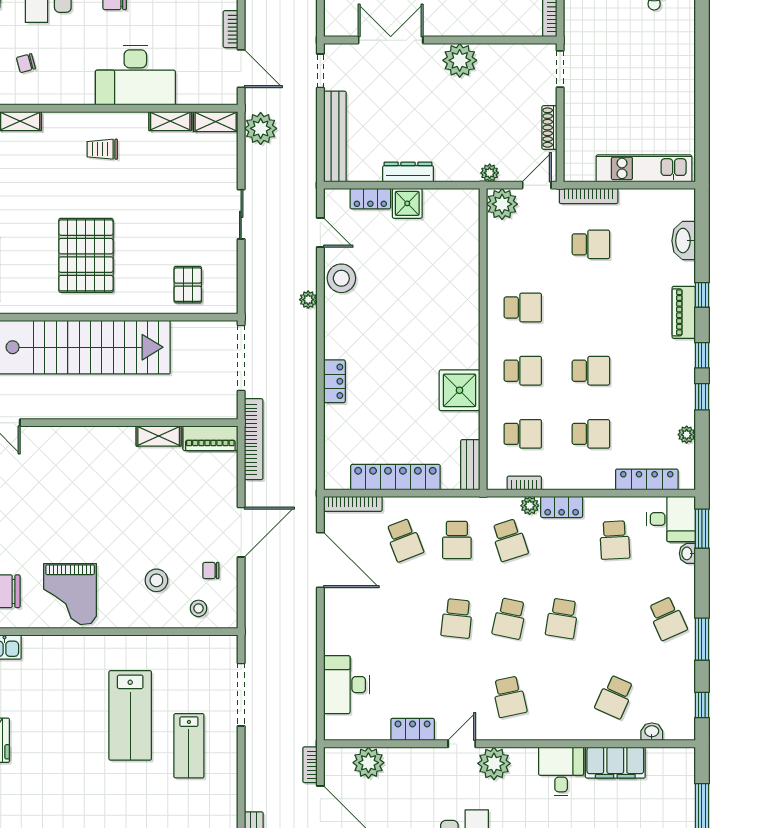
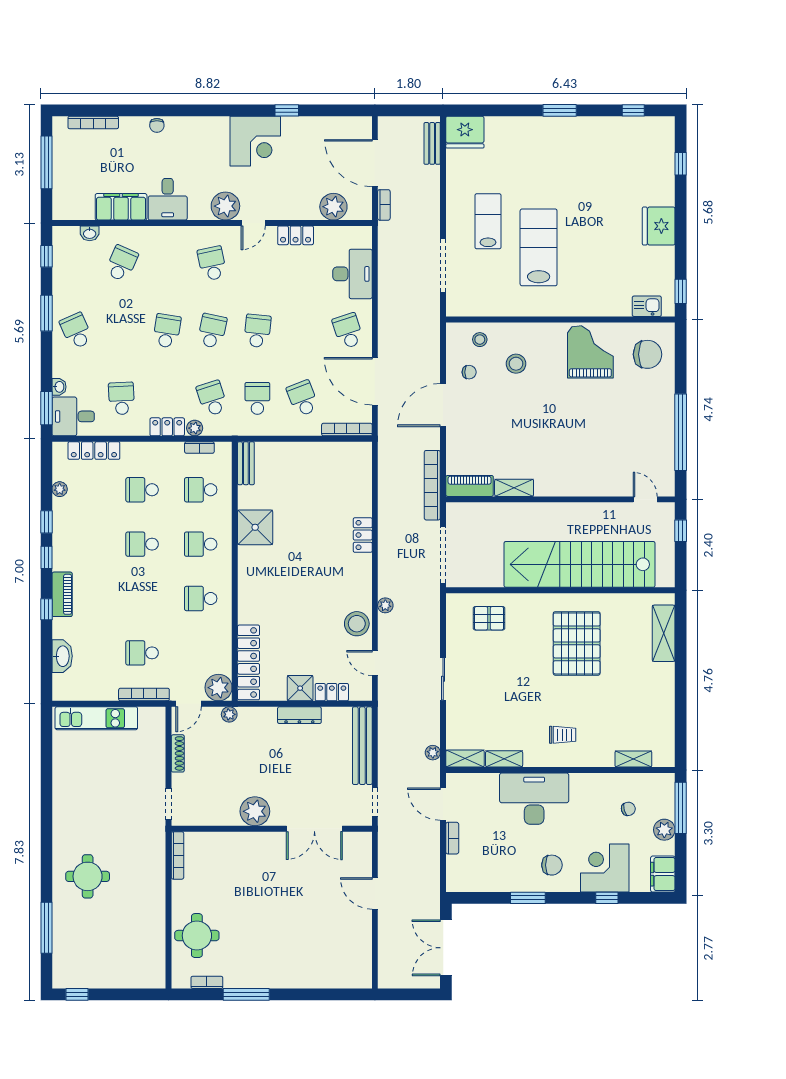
plant: (261, 128) -> (433, 753), width x0.53, depth x0.53
pallet: (188, 285) -> (489, 618), turned 90
locker: (395, 477) -> (249, 662), moved, turned -90
school desk: (352, 618) -> (348, 331), added

